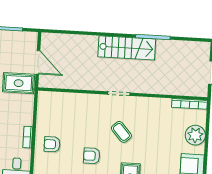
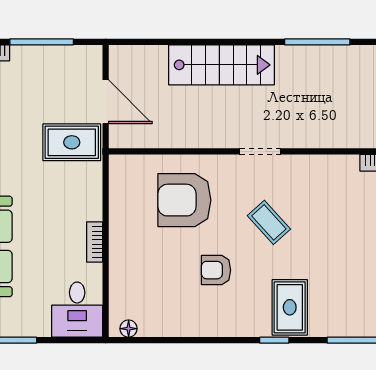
stairs: (127, 48) -> (221, 65), moved
armchair: (52, 144) -> (184, 200), moved, width x1.88, depth x1.88

